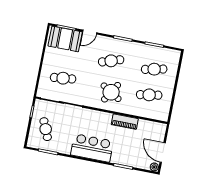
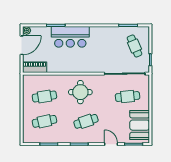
door: (90, 32) -> (111, 144), hinge flipped
booth: (65, 39) -> (140, 125), moved, turned 90
round table: (111, 92) -> (80, 92), turned -32
piano: (125, 122) -> (35, 67), moved
bar counter: (92, 148) -> (70, 37), moved
door: (163, 153) -> (22, 45), hinge flipped

